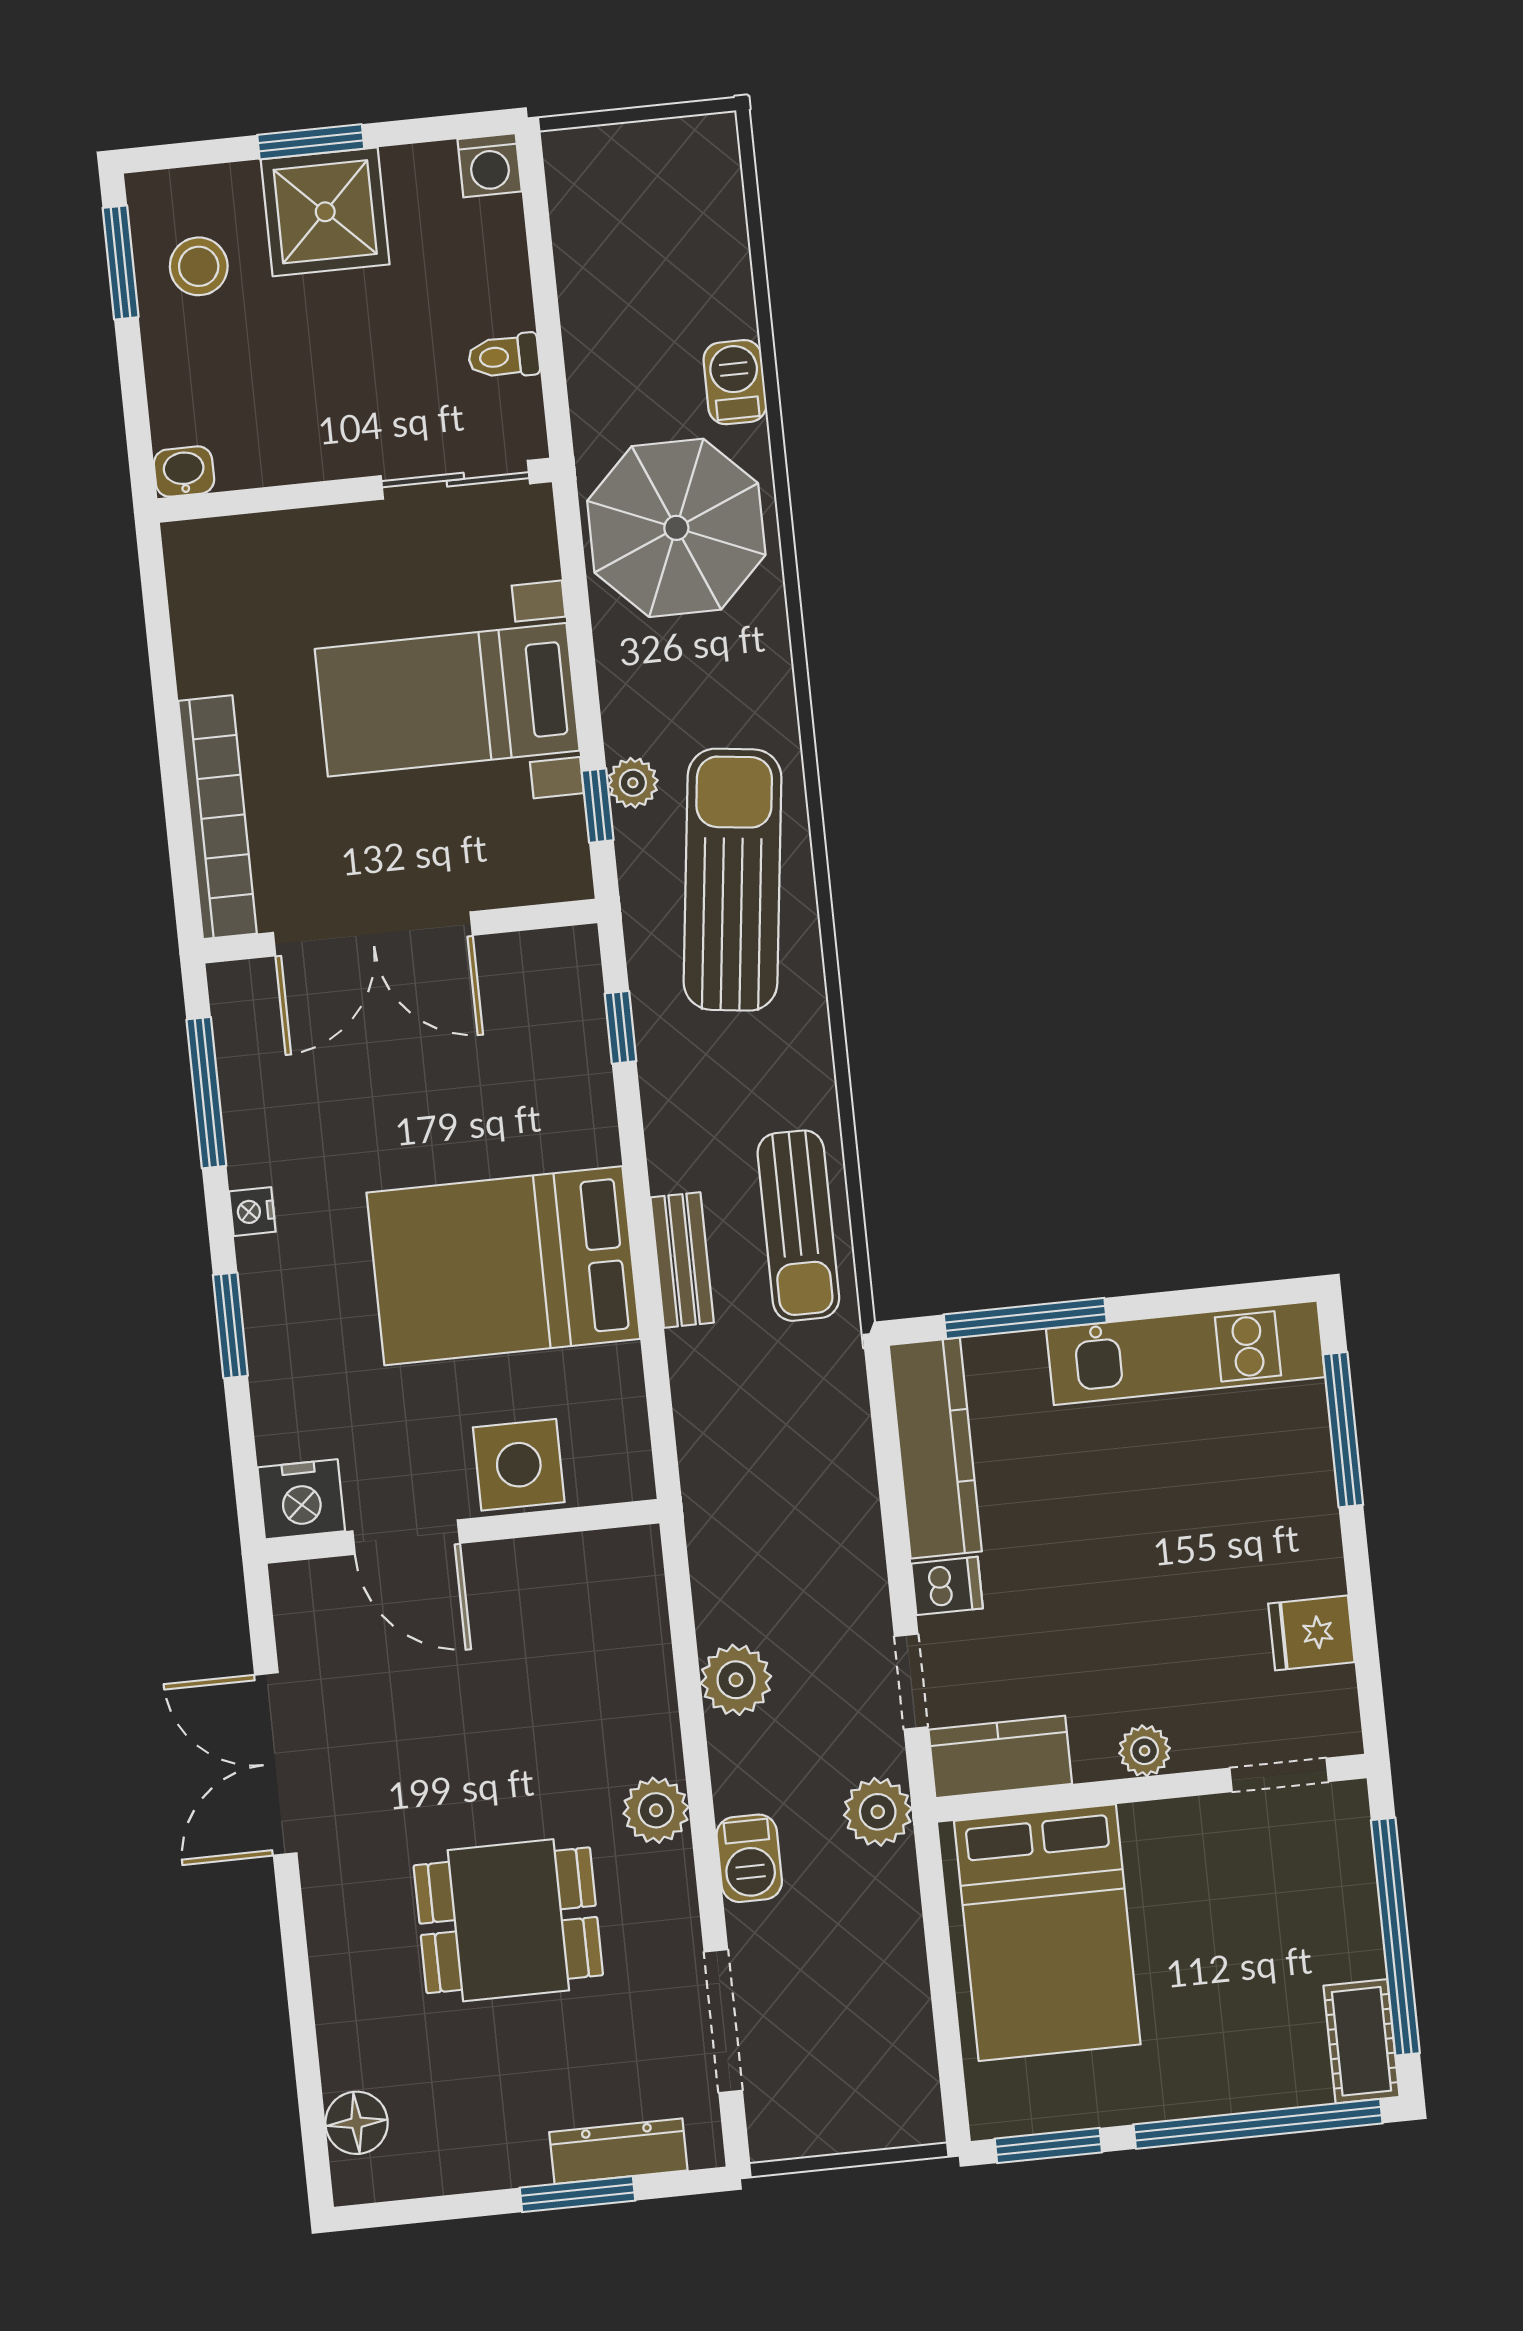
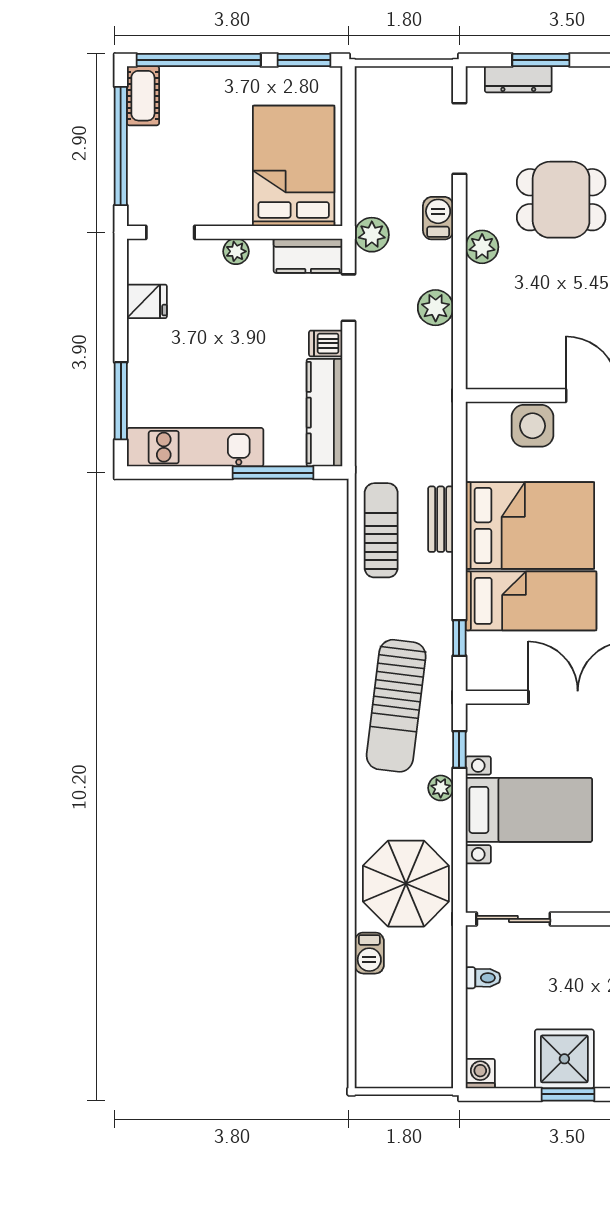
plant: (633, 783) -> (441, 788), moved
bed: (486, 1116) -> (531, 601), added

